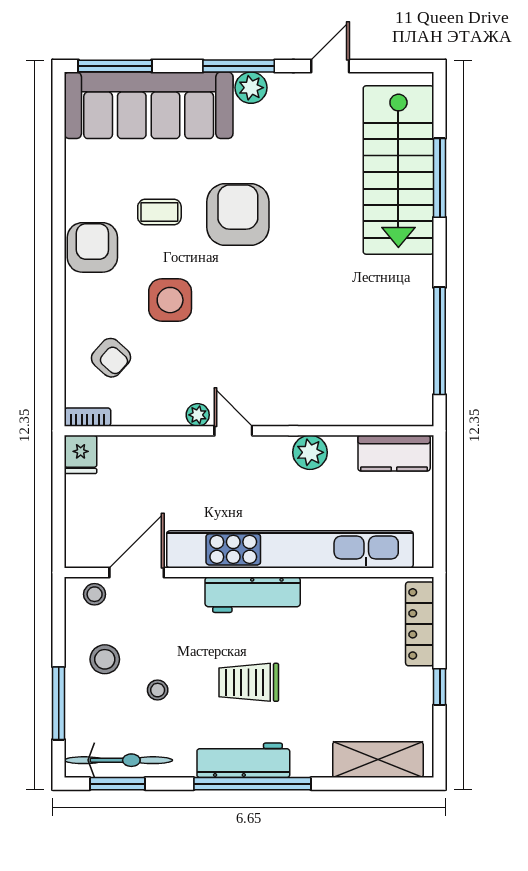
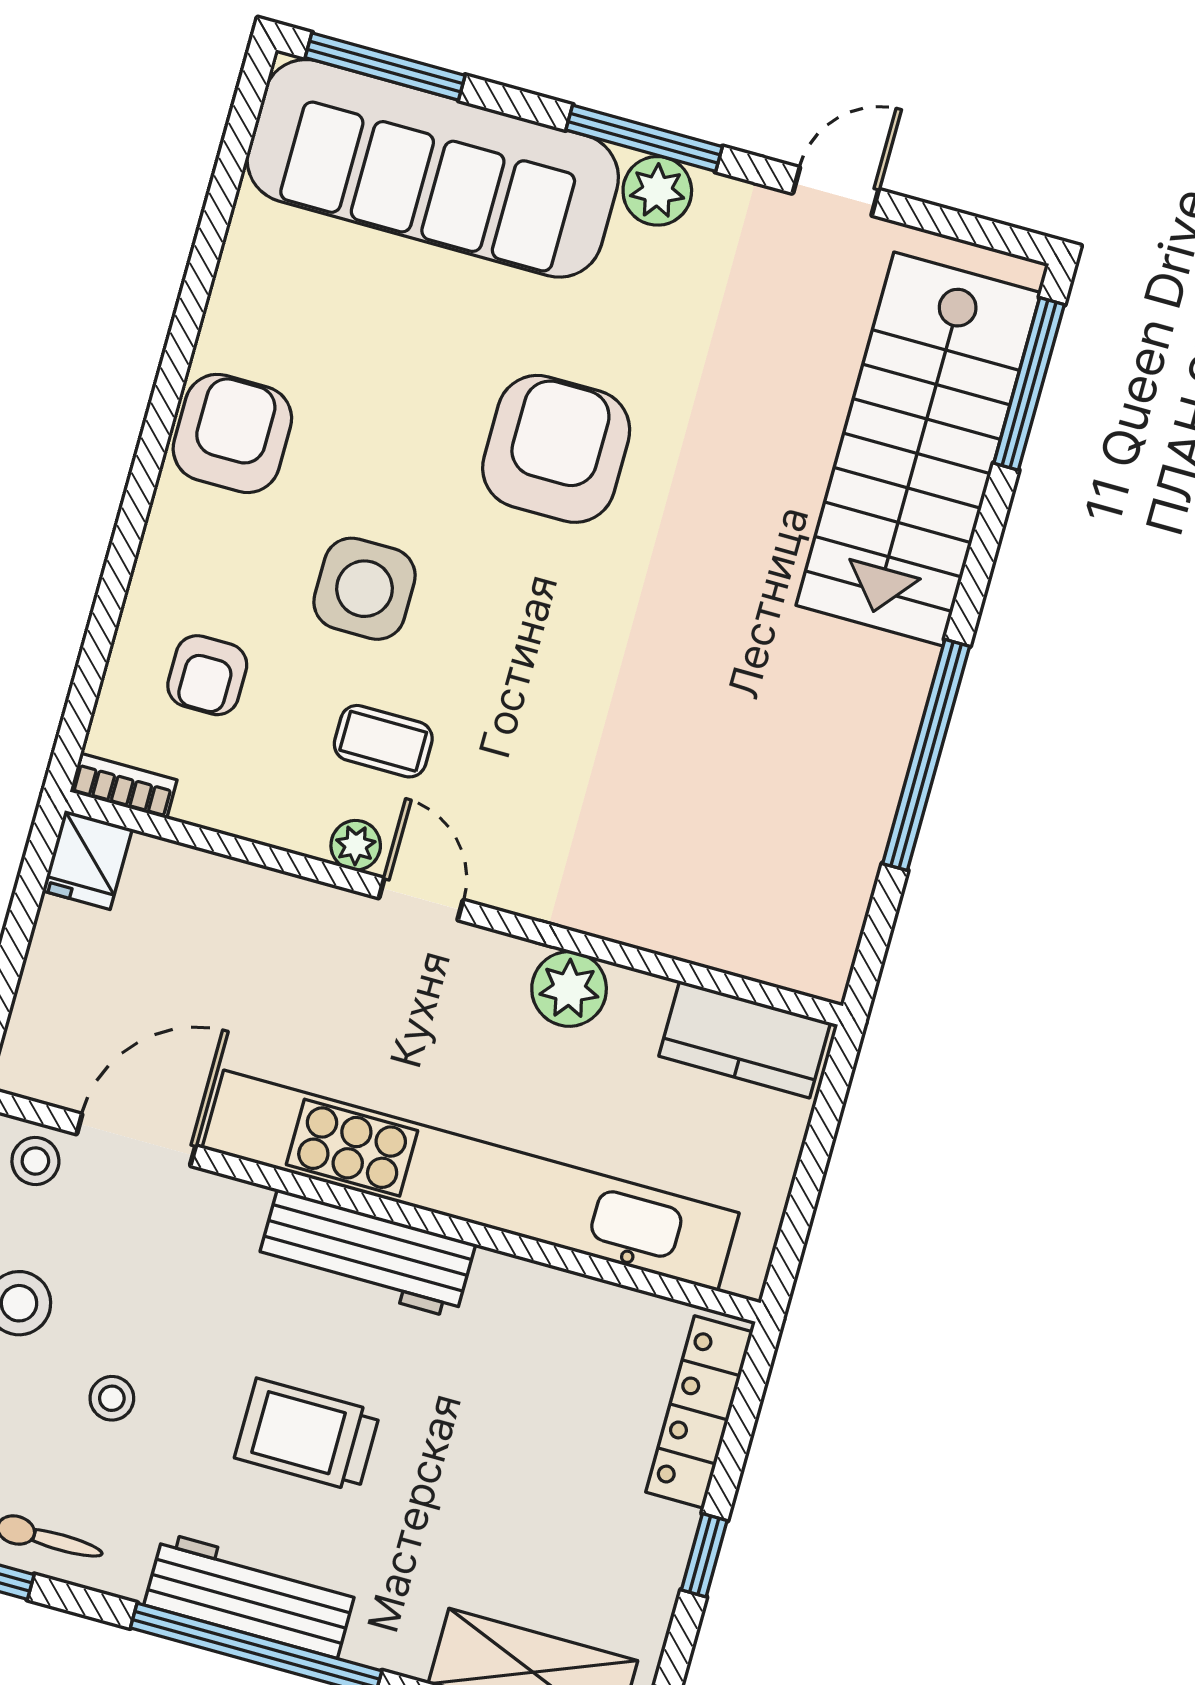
window: (440, 178) -> (1029, 384), moved
coffee table: (159, 212) -> (383, 741), moved
window: (440, 341) -> (926, 755), moved
armchair: (111, 358) -> (207, 675), turned 48

